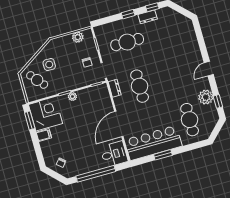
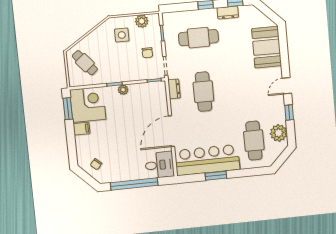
booth: (186, 40) -> (267, 47), added
side table: (49, 65) -> (122, 35), moved
plant: (206, 97) -> (279, 133), moved
window: (218, 101) -> (289, 112), moved

